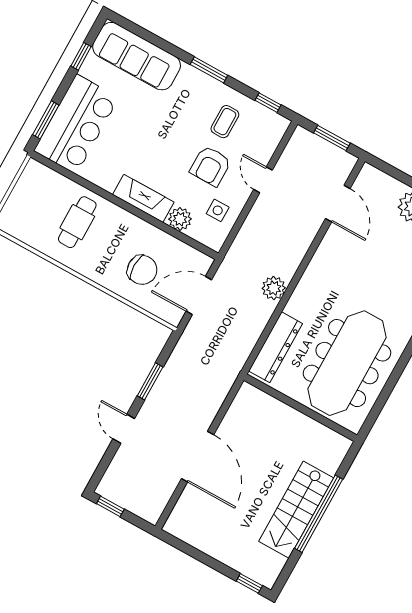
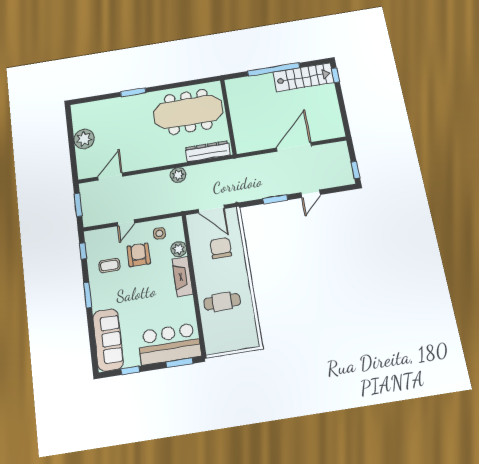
armchair: (210, 166) -> (139, 255), turned -90
stairs: (296, 510) -> (303, 77), moved

